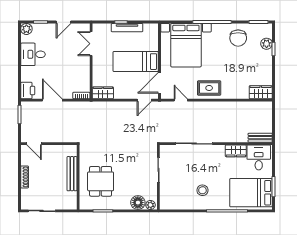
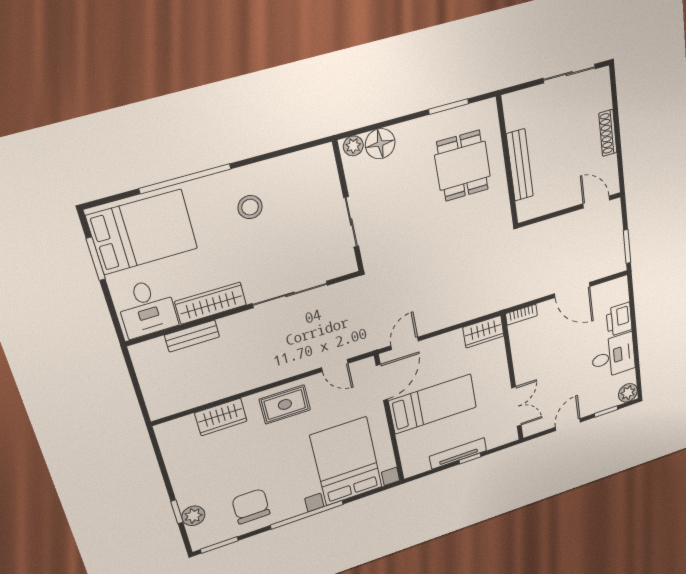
printer: (28, 91) -> (619, 319), moved
wardrobe: (261, 92) -> (221, 417), moved
bench: (260, 138) -> (192, 336), moved
wardrobe: (236, 151) -> (211, 303), width x1.50

